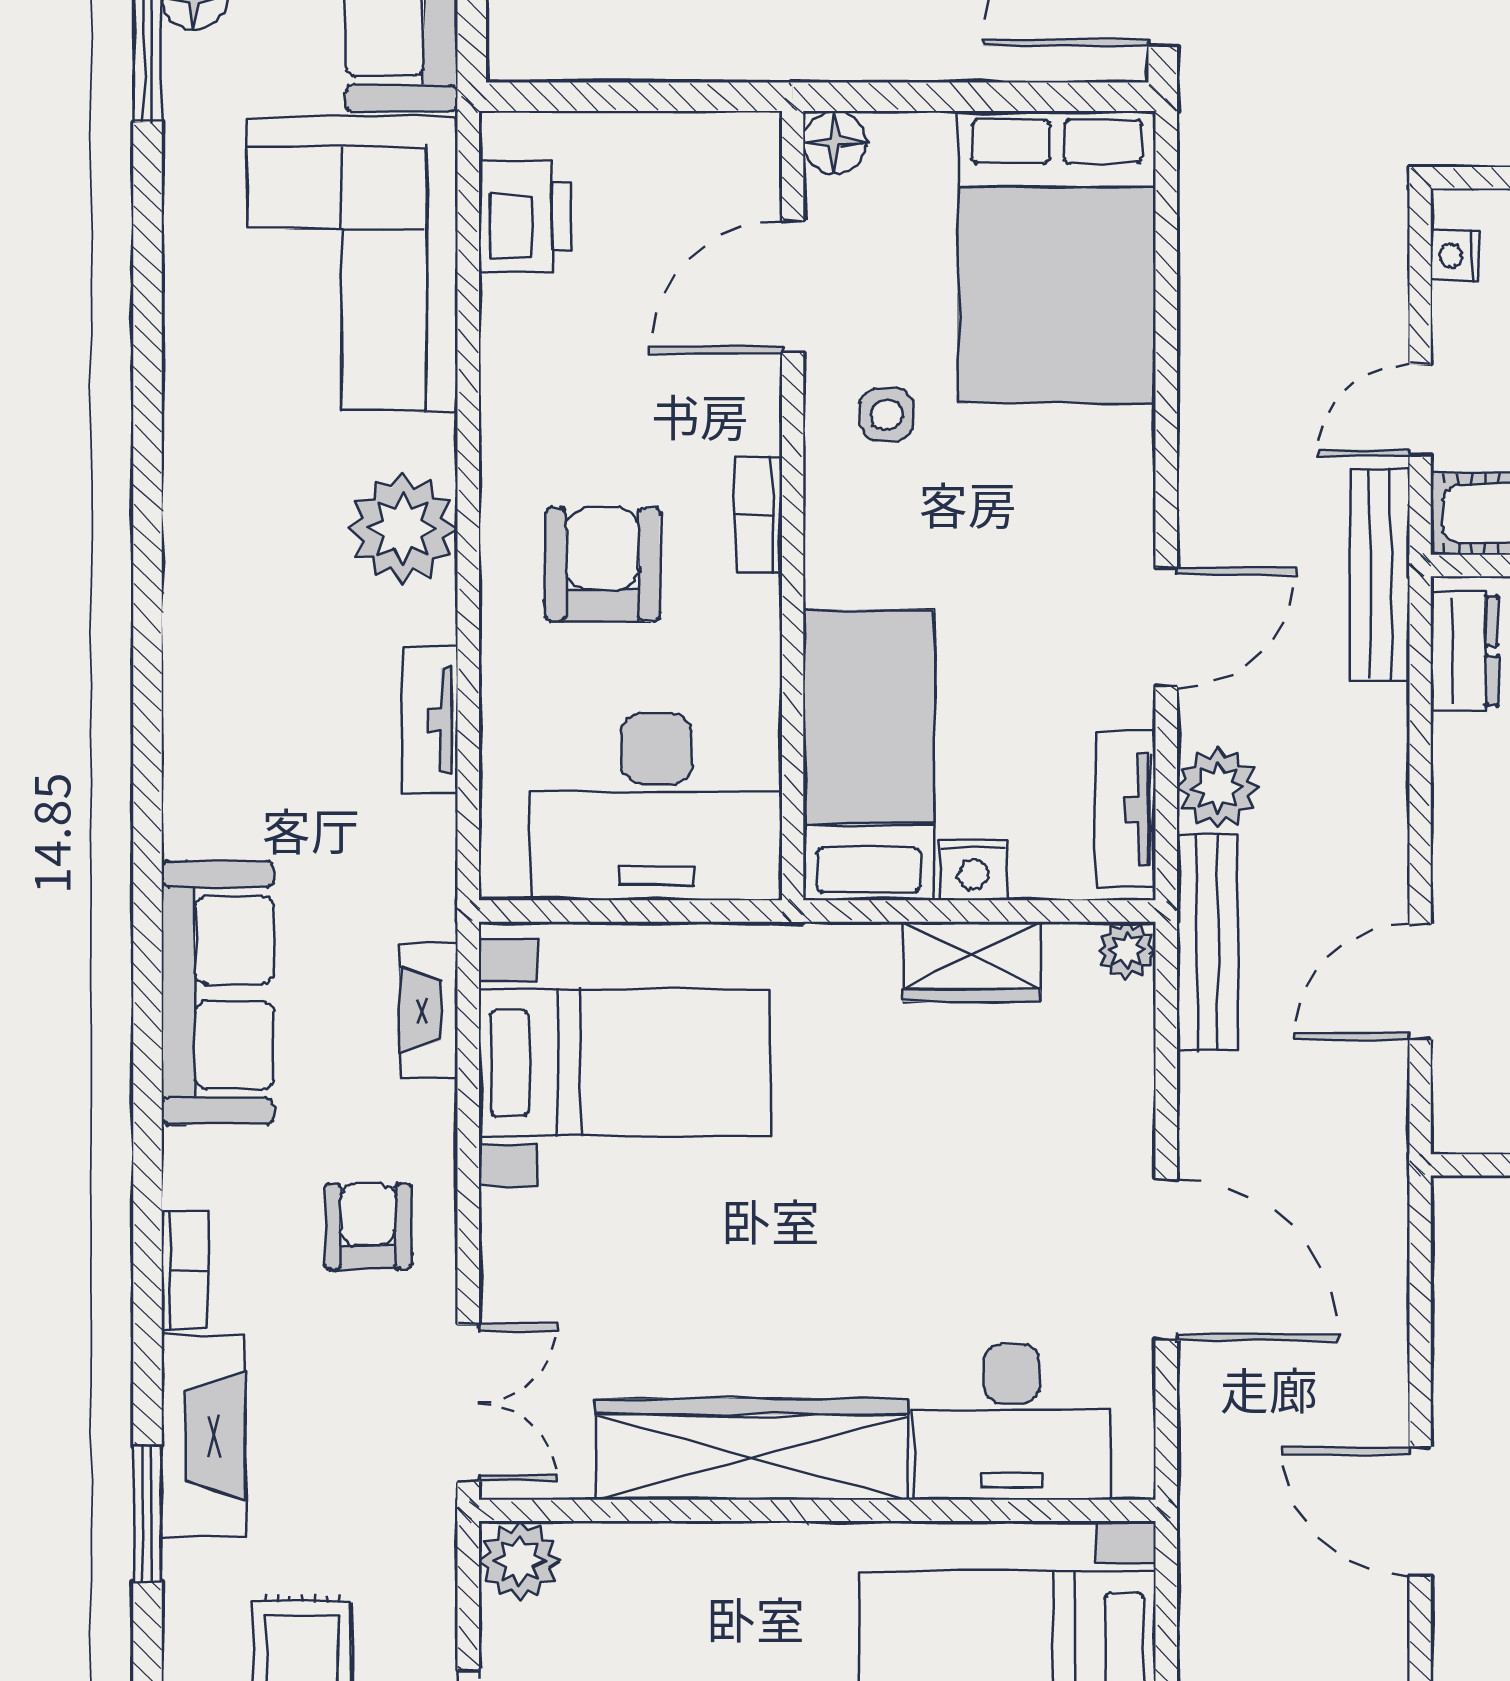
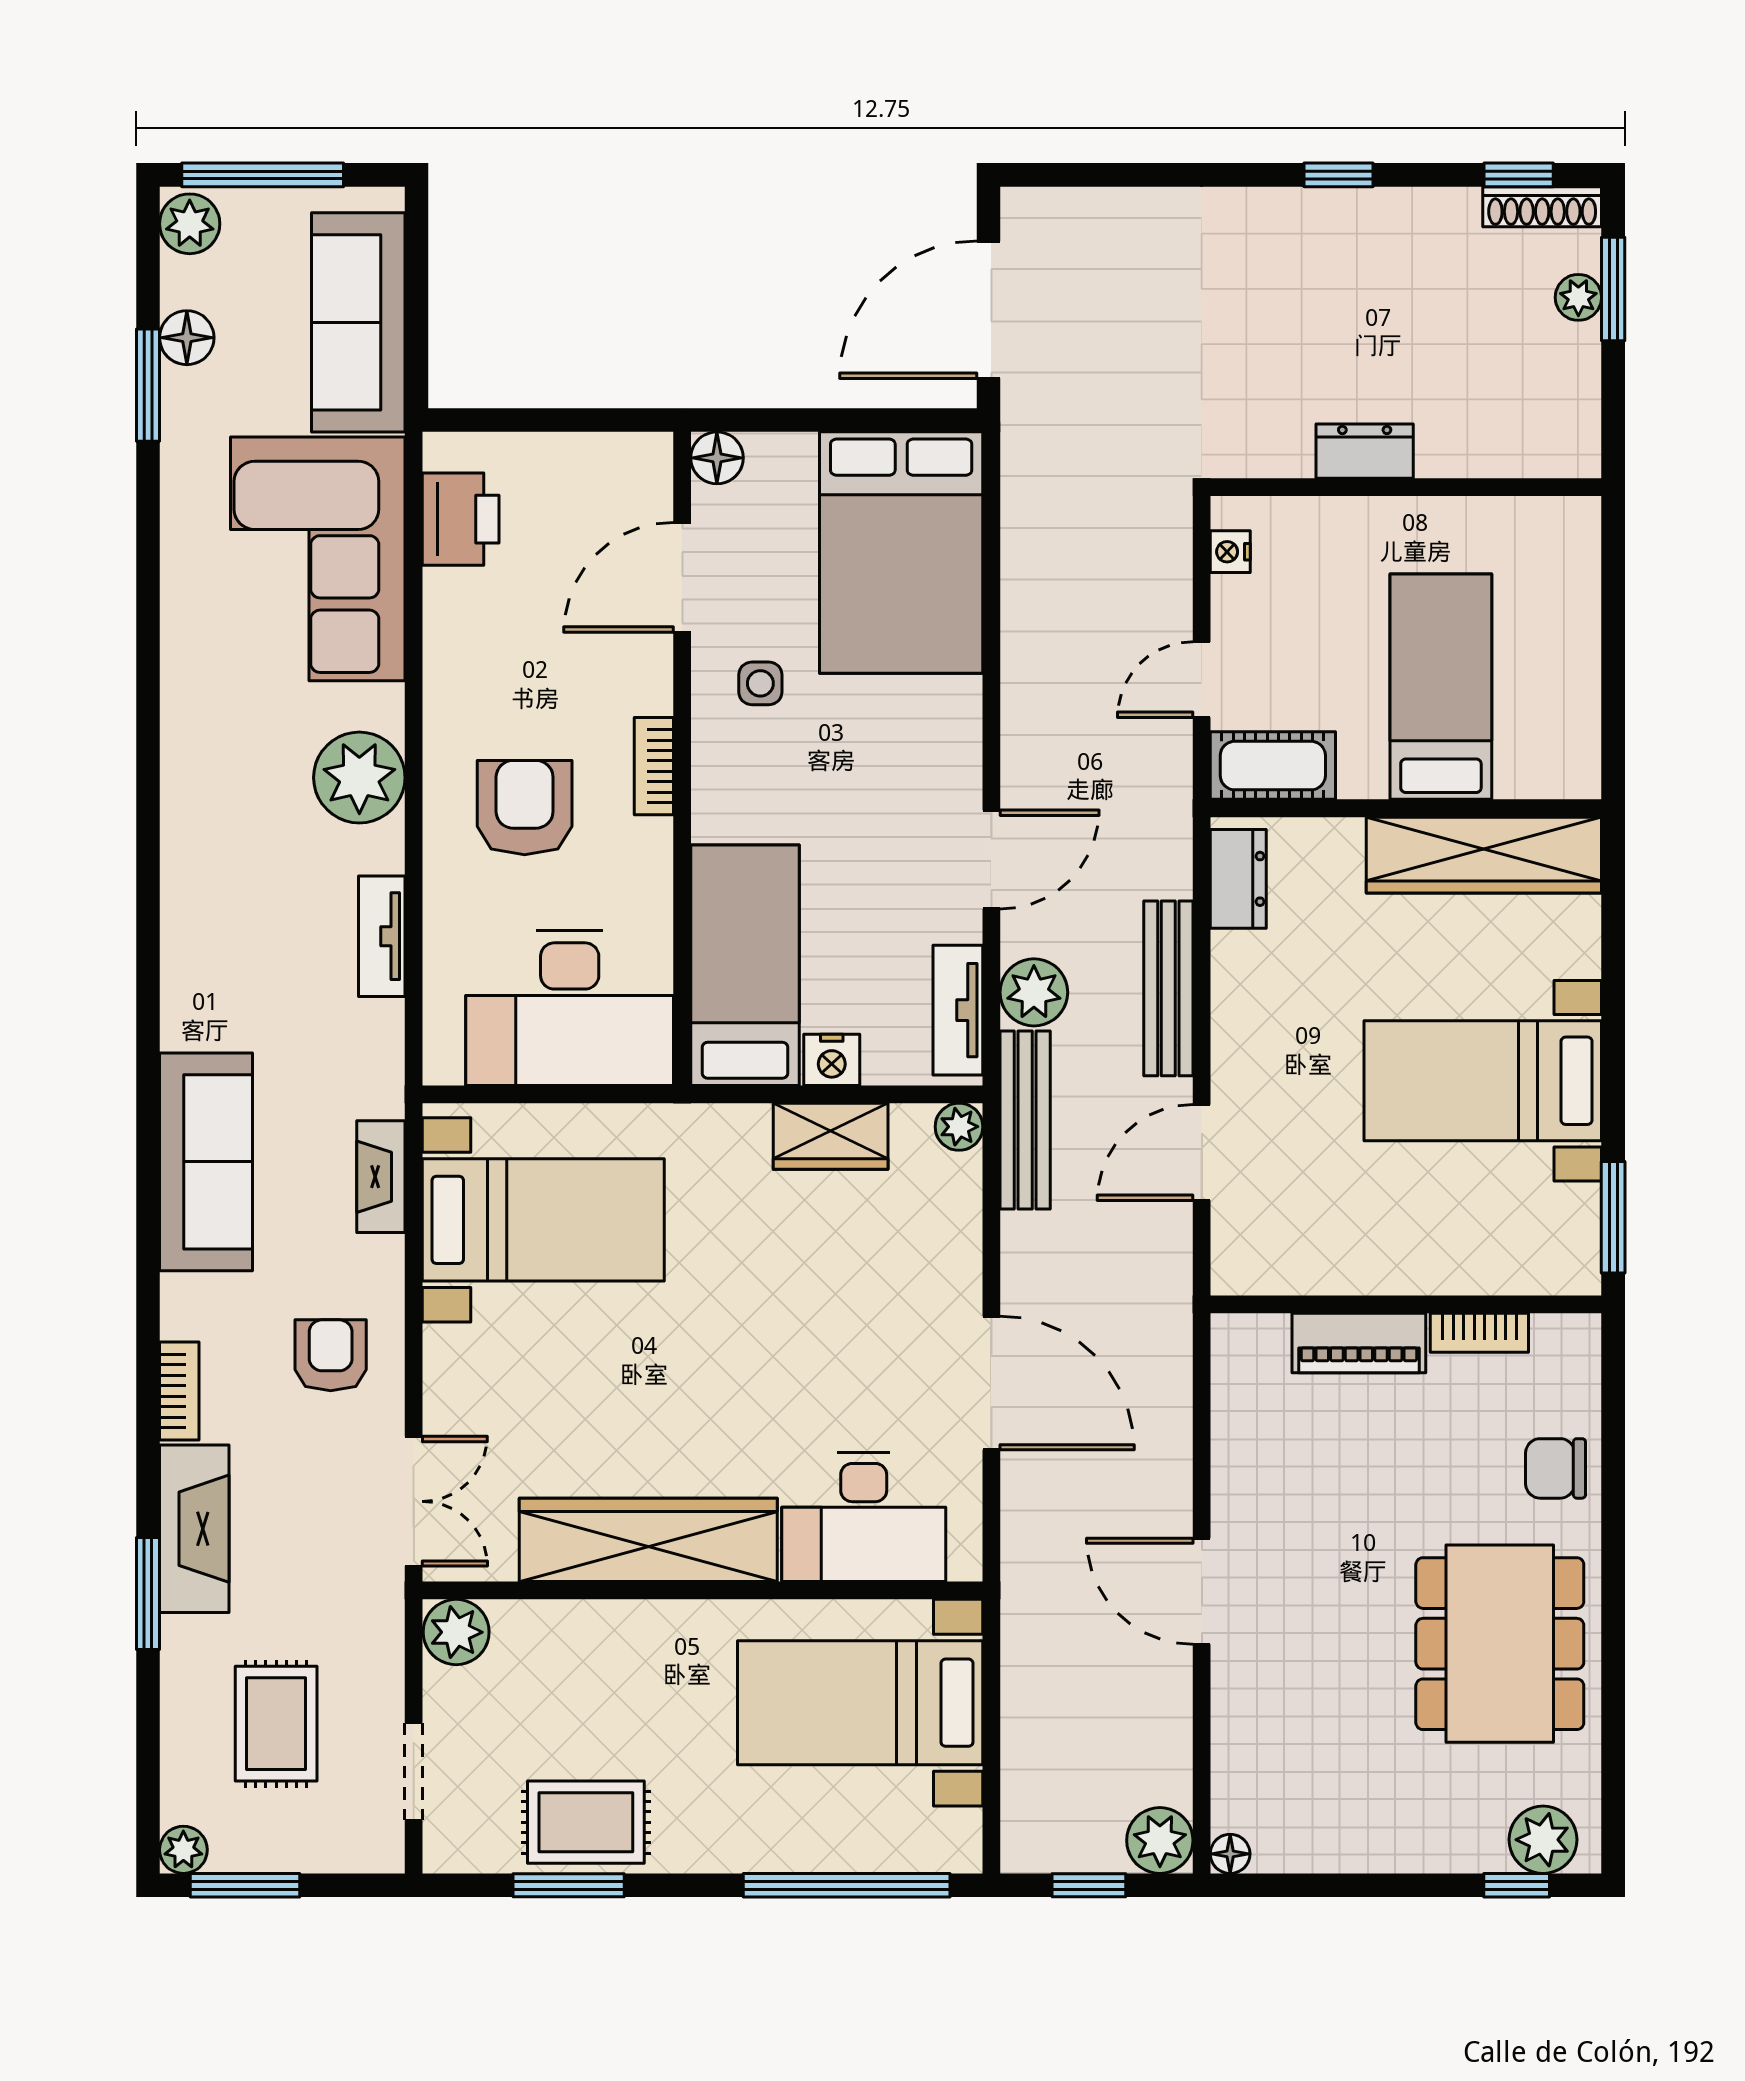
bench: (1380, 575) -> (1168, 988), moved

